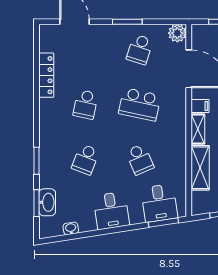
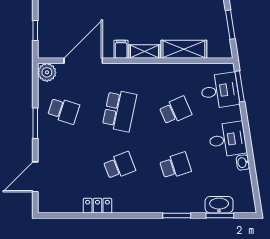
locker: (46, 75) -> (97, 206), width x0.66
school desk: (86, 104) -> (119, 166), turned -33
school desk: (86, 159) -> (175, 166), turned -39
washbasin: (71, 228) -> (243, 162), moved

